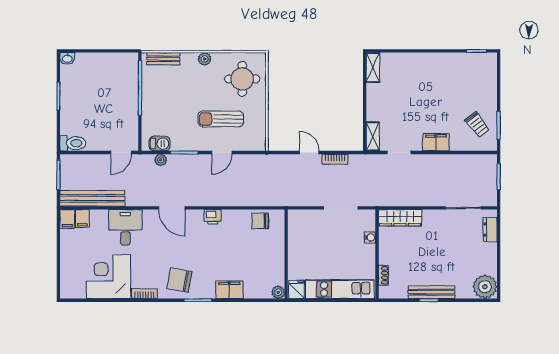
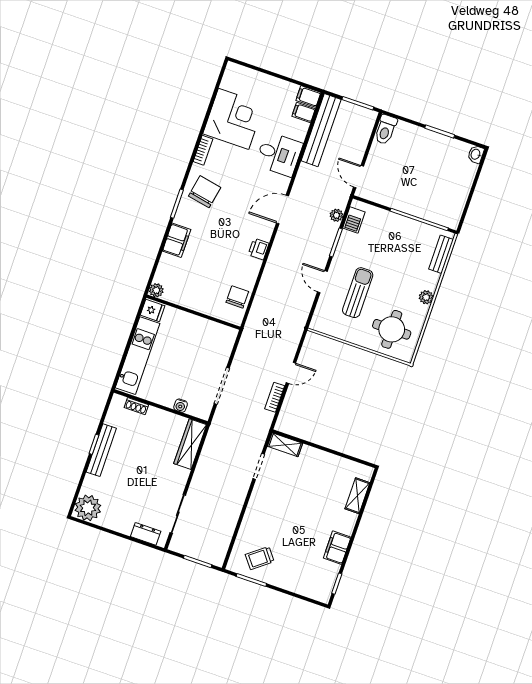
shelving: (373, 67) -> (357, 496), moved, turned 90
filing cabinet: (436, 142) -> (337, 548), moved, turned 180

